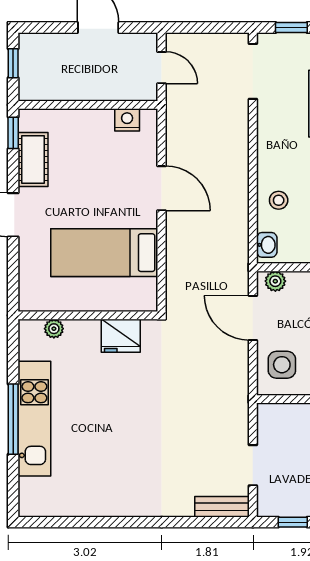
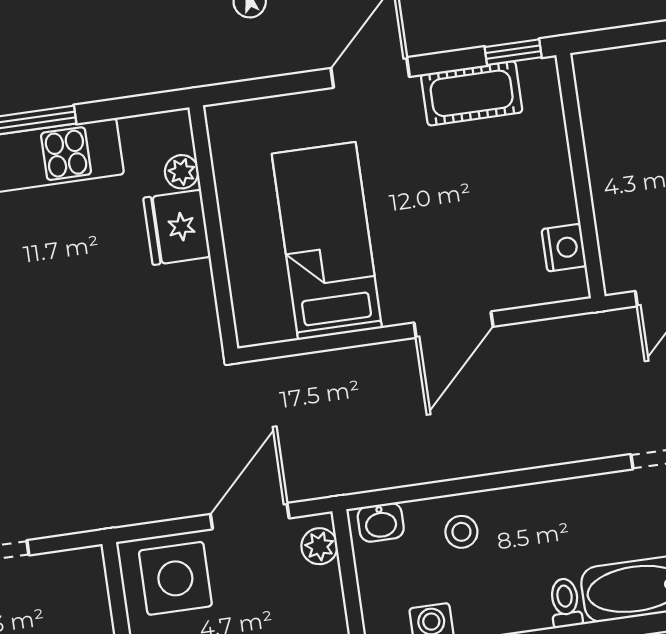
window: (13, 63) -> (634, 35), removed
fridge: (121, 336) -> (177, 227), moved
side table: (282, 365) -> (175, 578), width x1.37, depth x1.37

